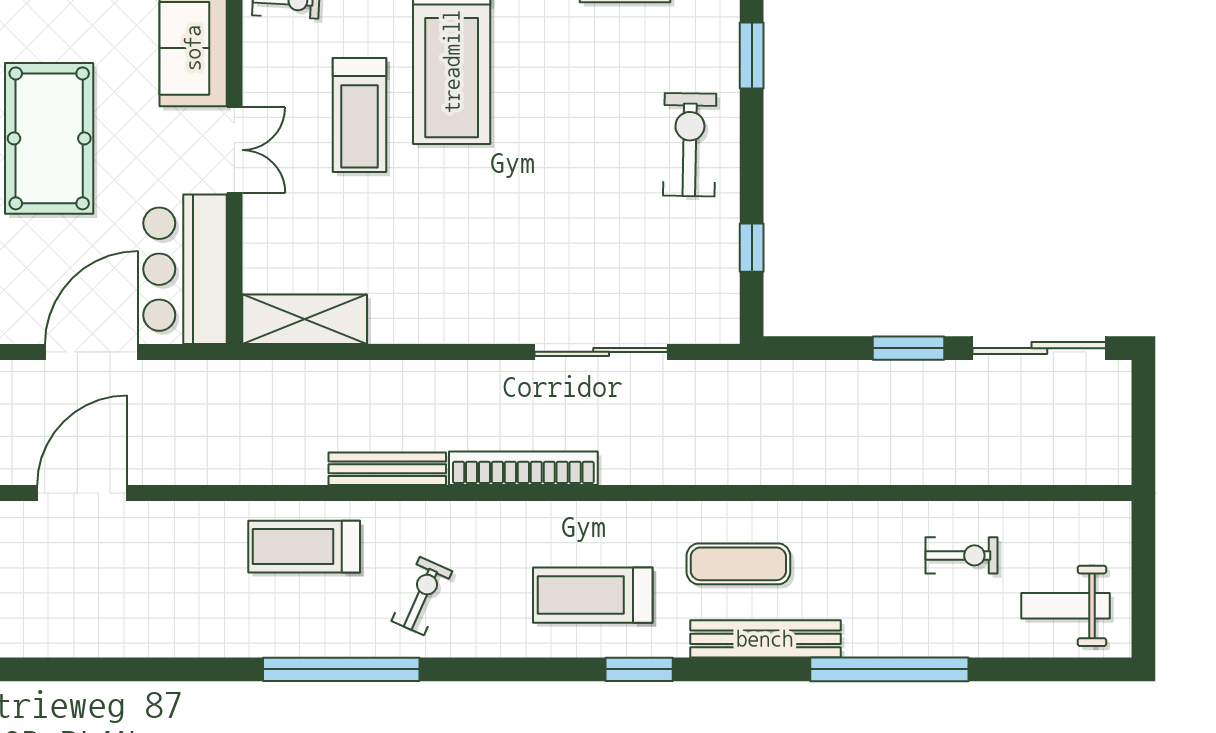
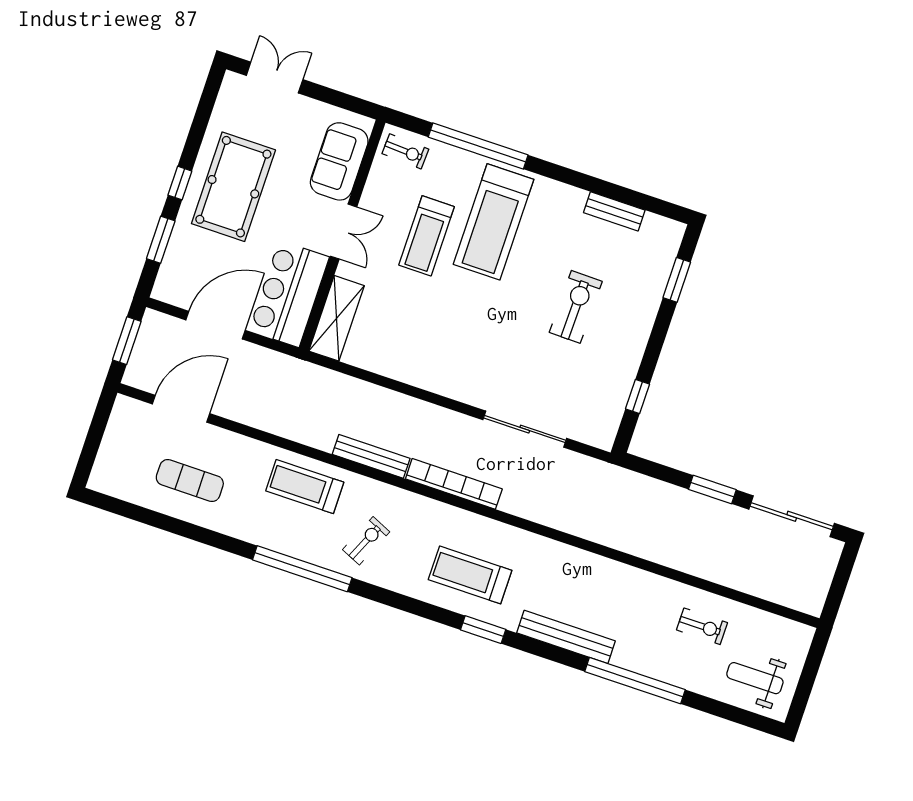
exercise bike: (690, 145) -> (576, 307), moved
shelving: (305, 319) -> (336, 318), moved, turned 90
exercise mat: (738, 564) -> (190, 481), moved

